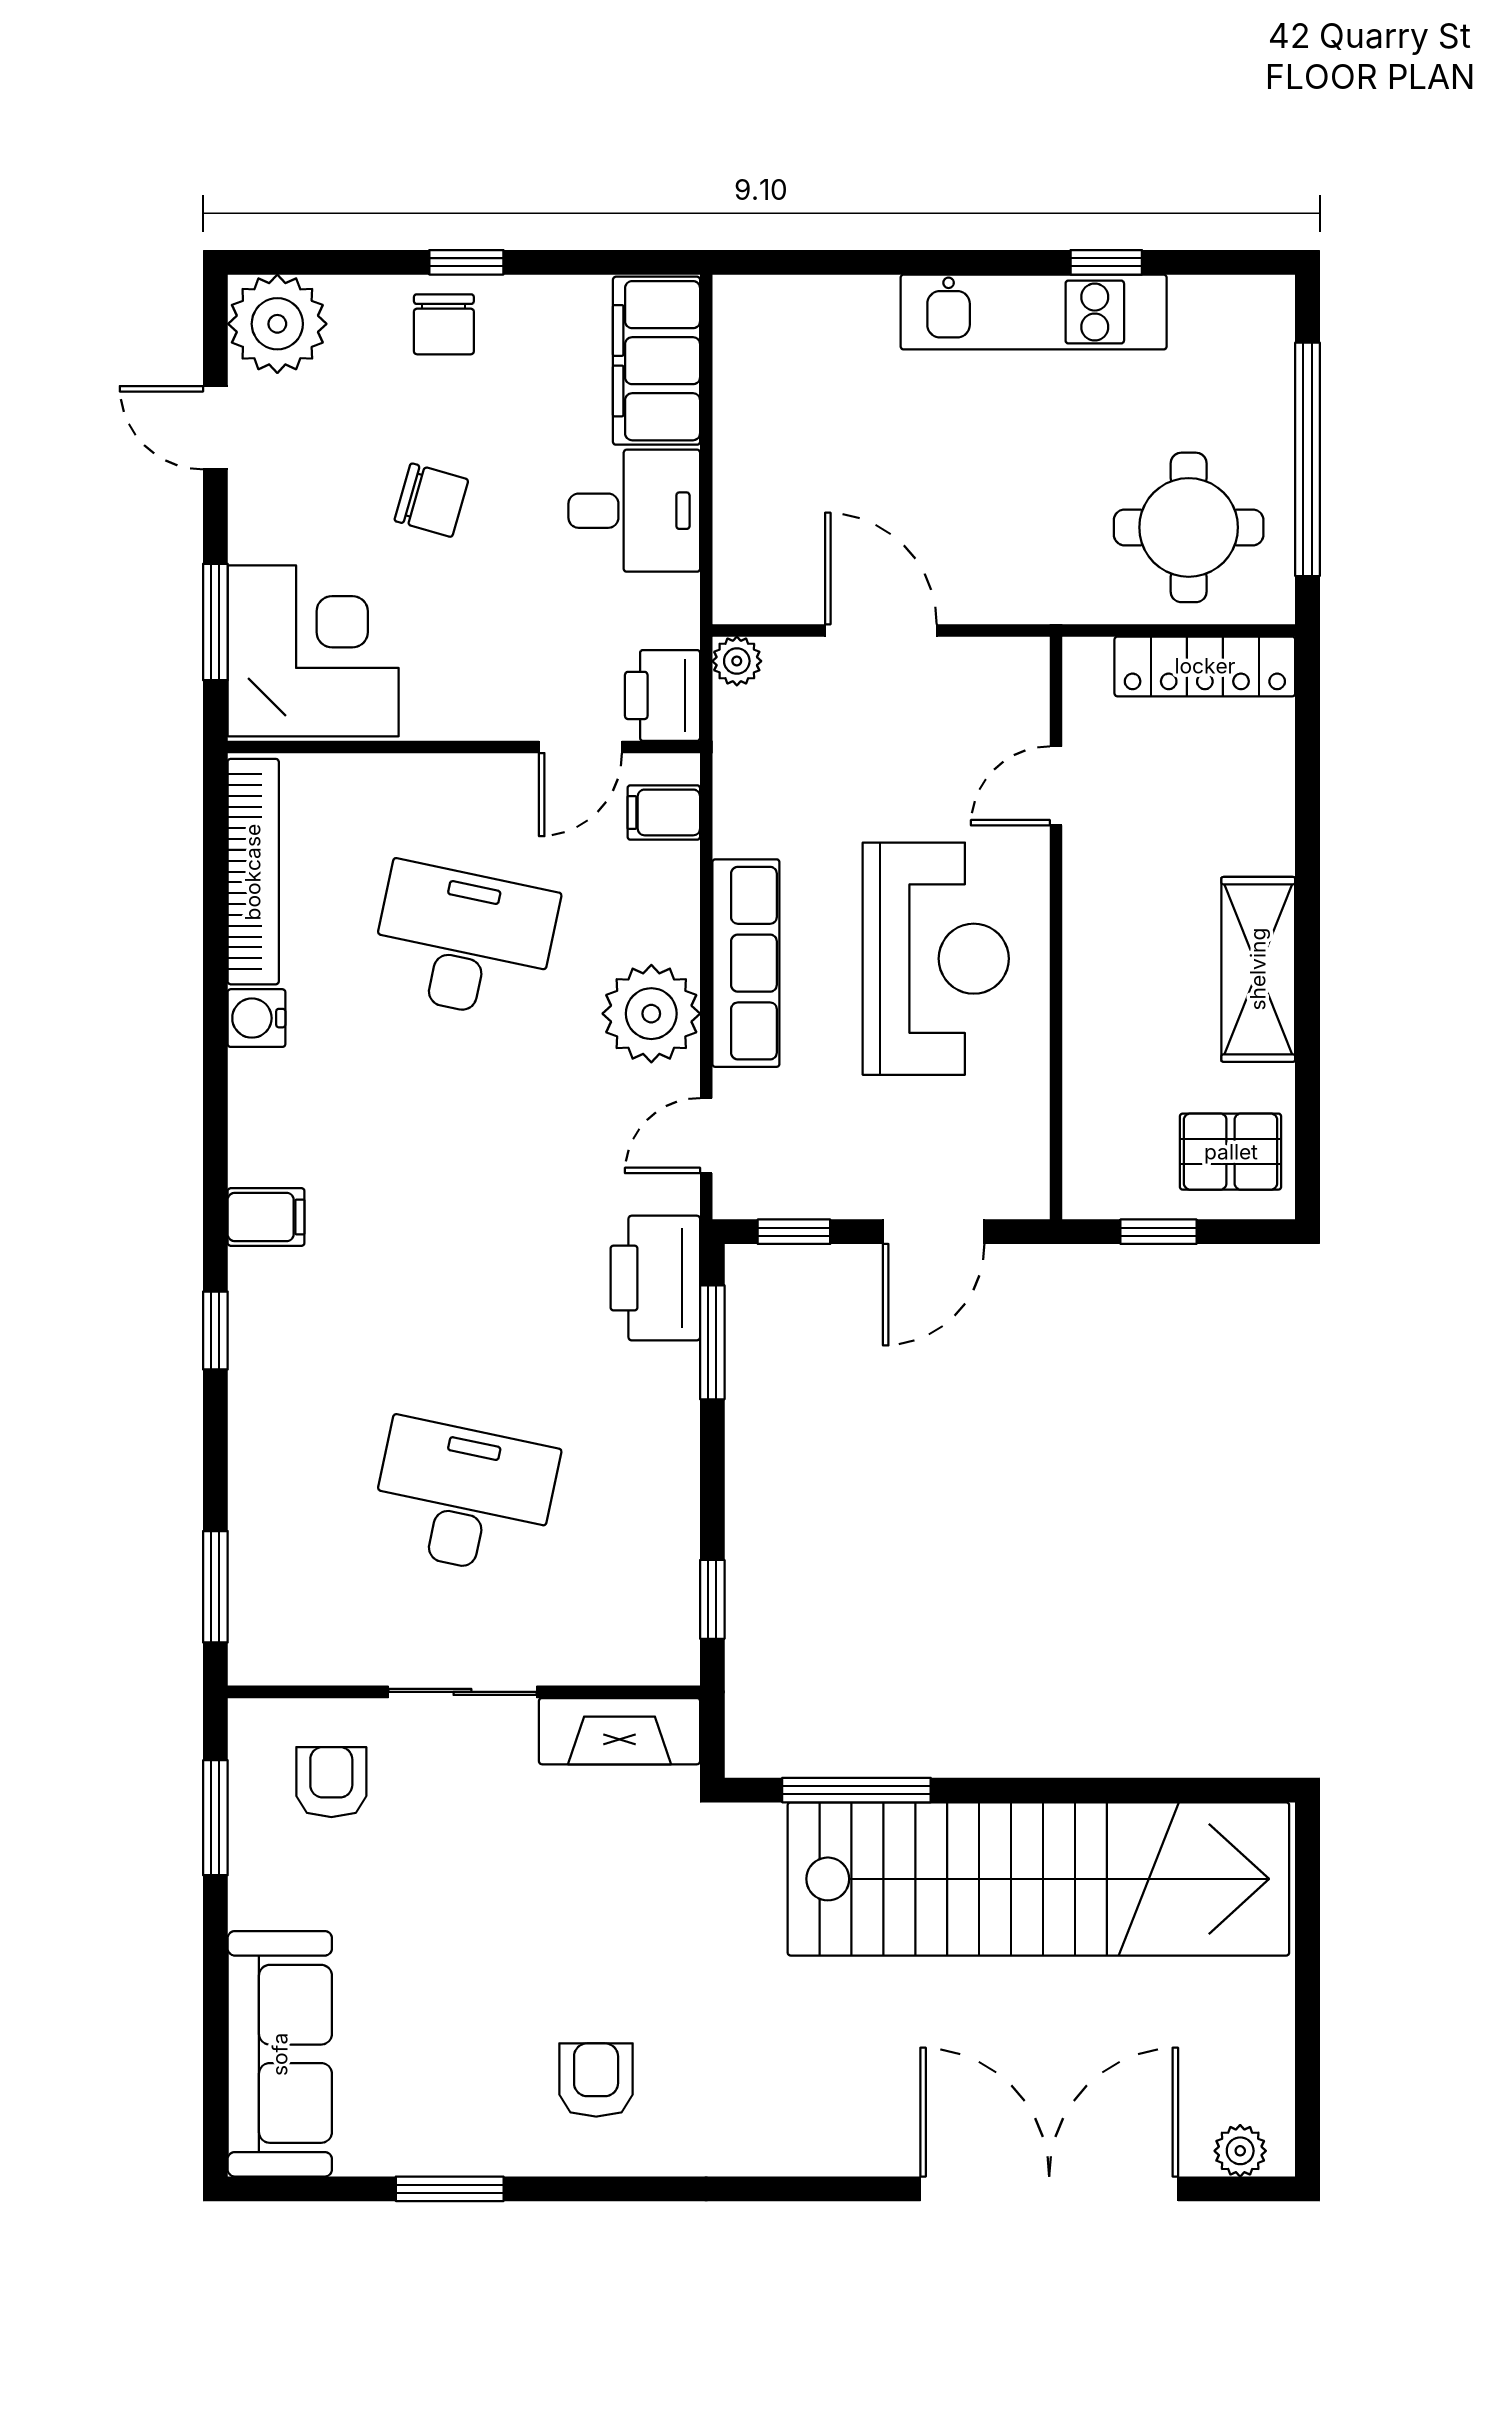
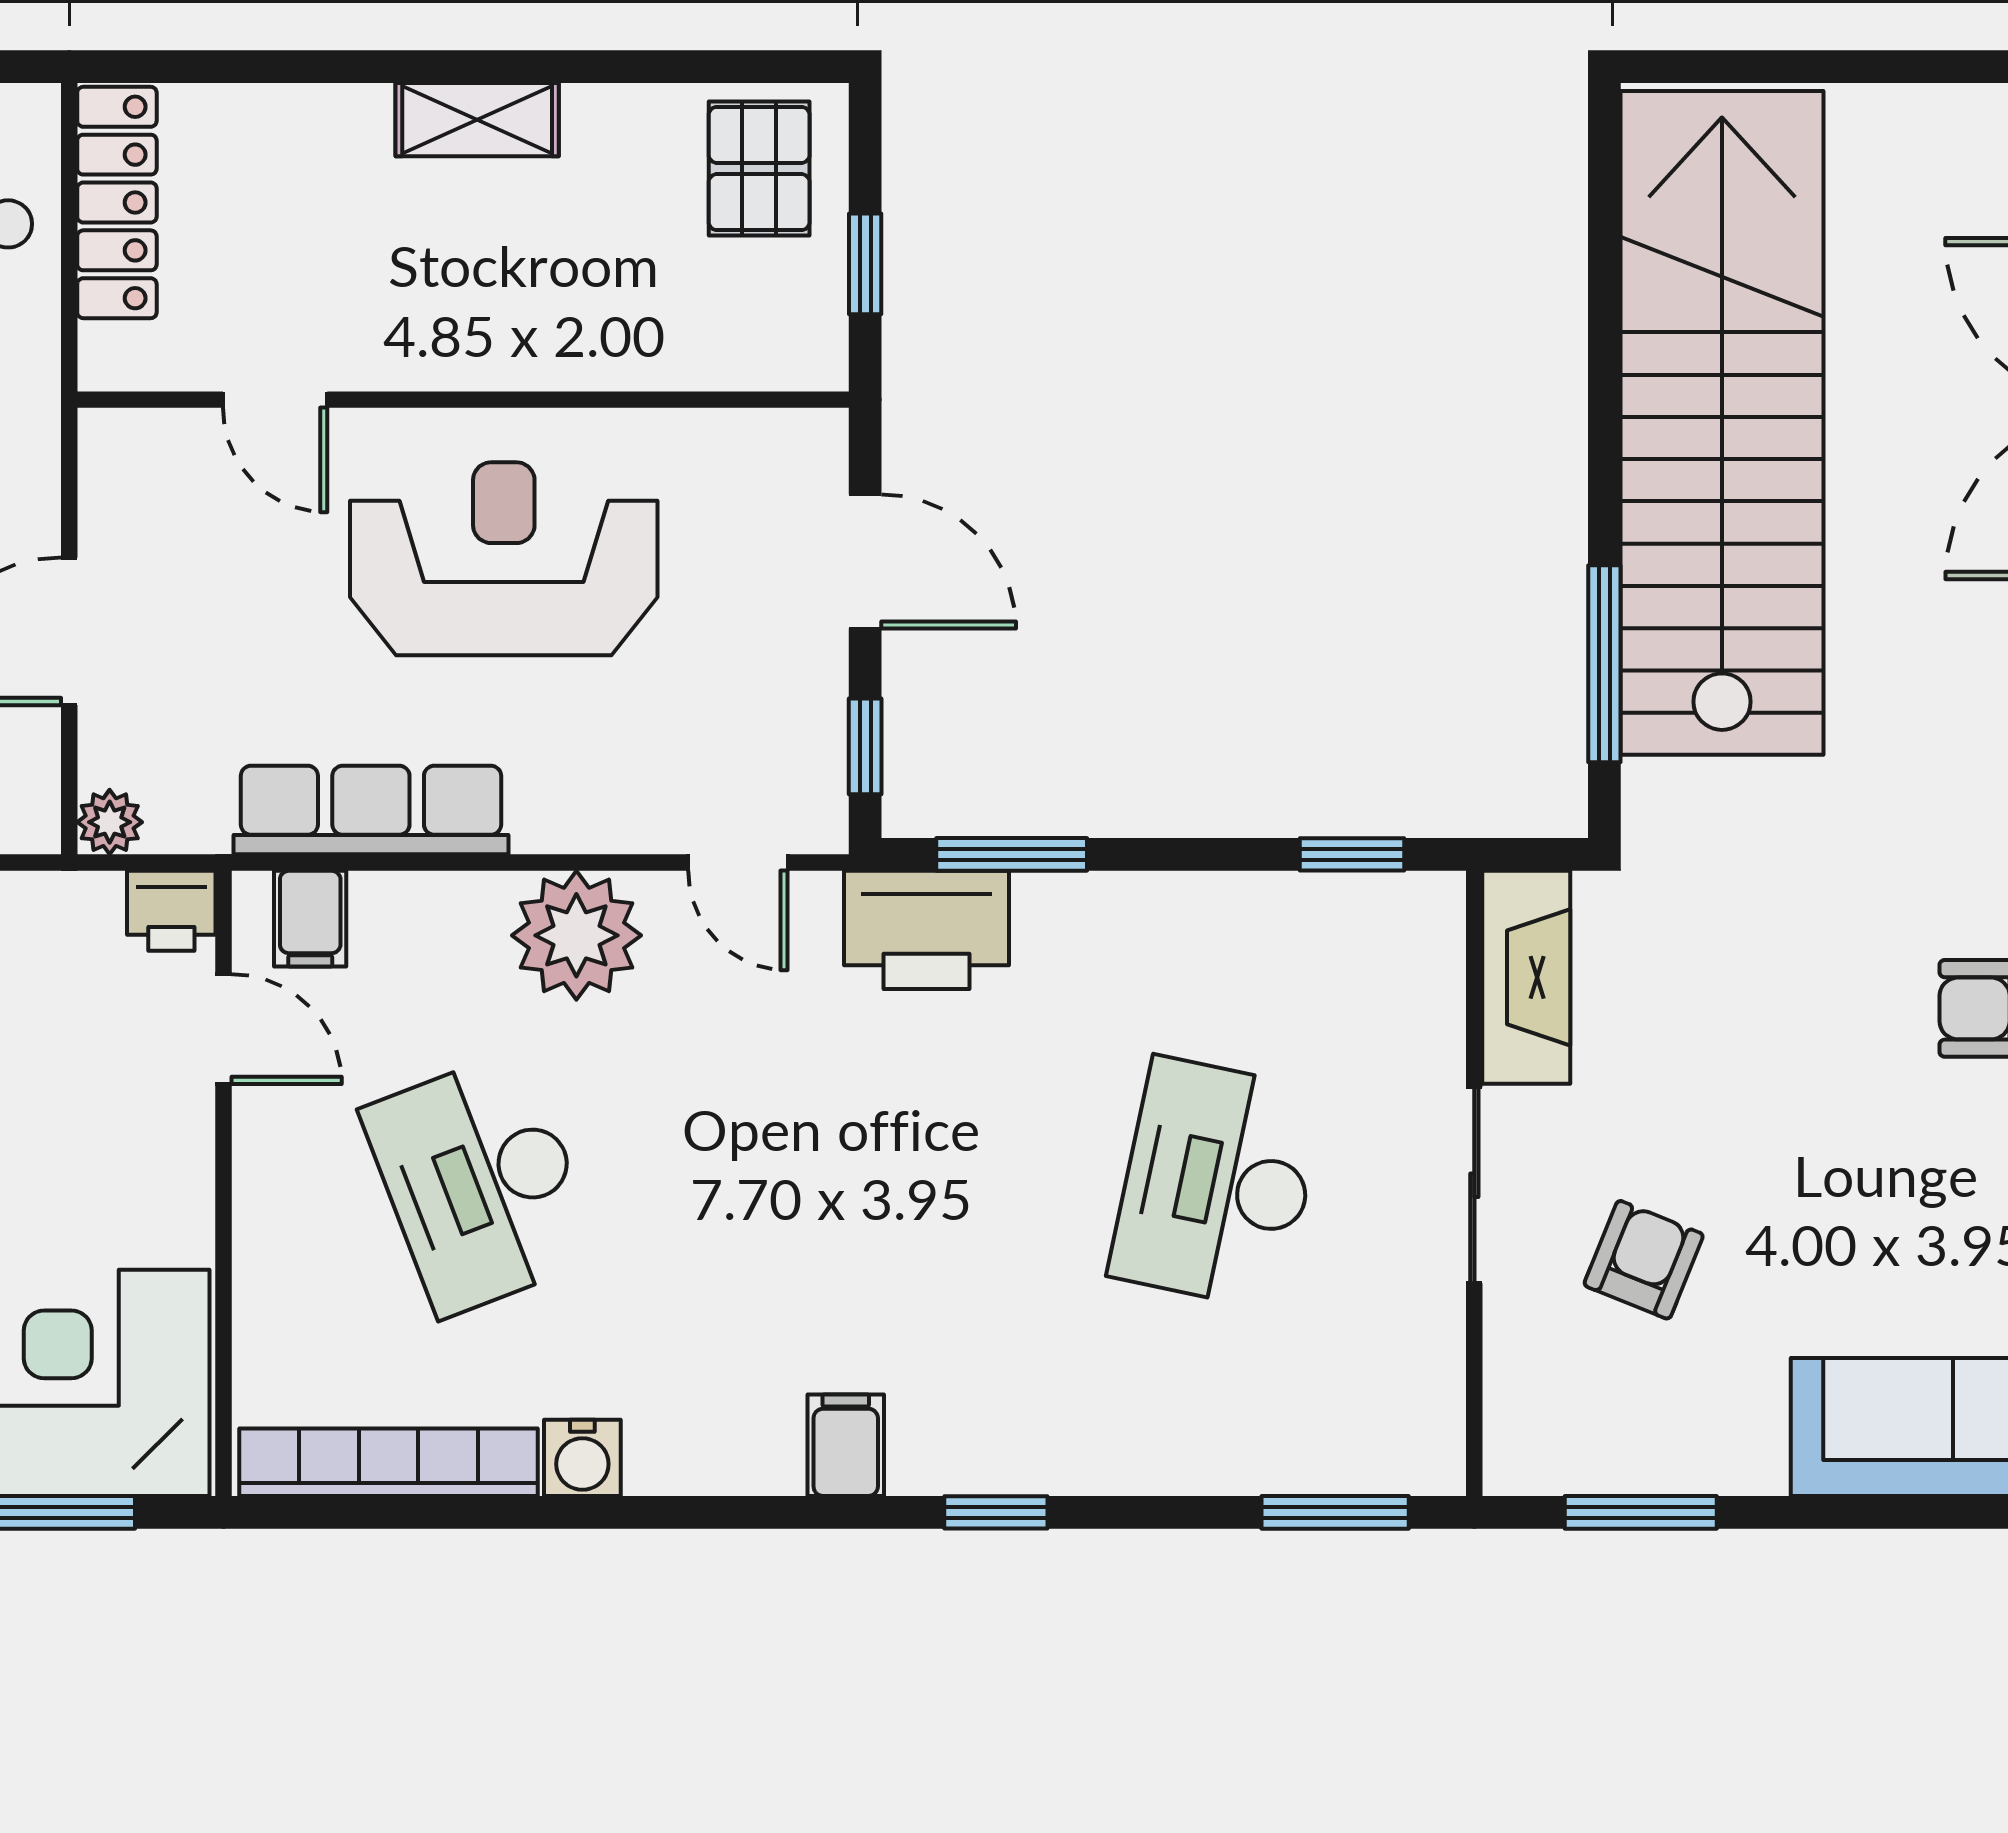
printer: (663, 695) -> (171, 911), width x0.73, depth x0.81
desk: (464, 941) -> (481, 1183), turned -33
row of seats: (746, 963) -> (371, 810), moved
shelving: (1258, 969) -> (477, 120), width x0.67, depth x0.75
armchair: (331, 1782) -> (1644, 1260), moved, turned 112

